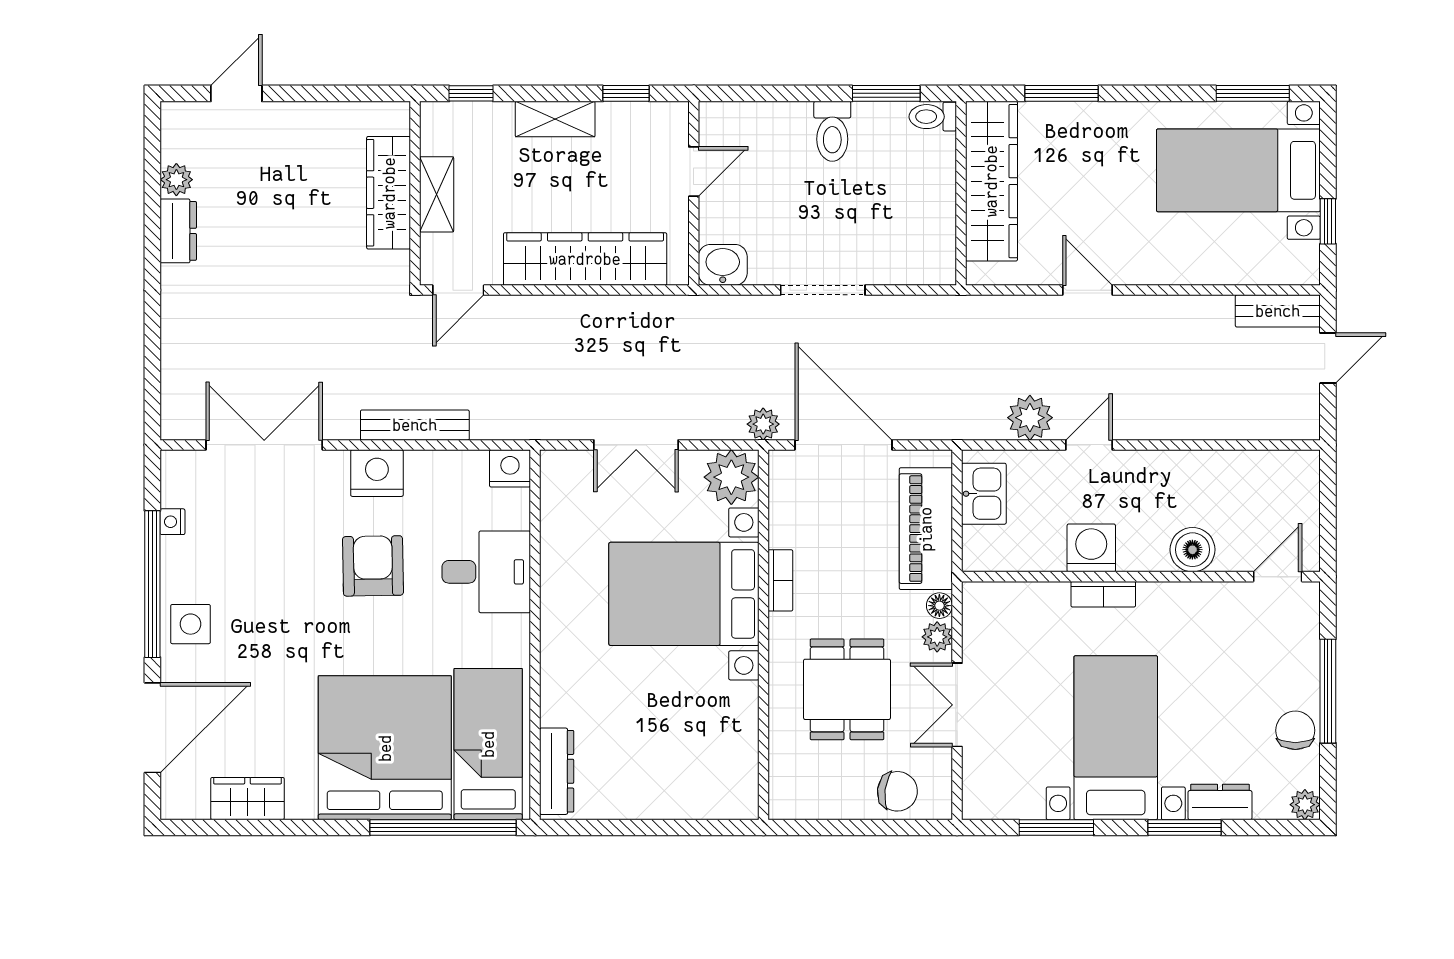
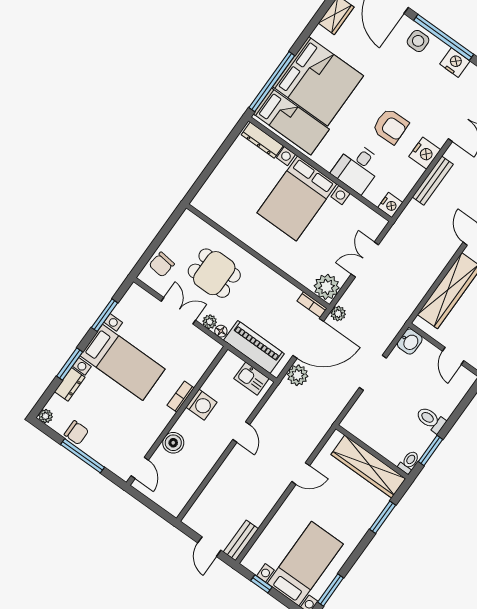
plant: (1030, 418) -> (298, 375), moved
nightstand: (172, 522) -> (455, 63), width x1.89, depth x1.79
bookcase: (780, 580) -> (312, 305), moved
bed with nightstands: (684, 594) -> (297, 198), moved, turned 180

